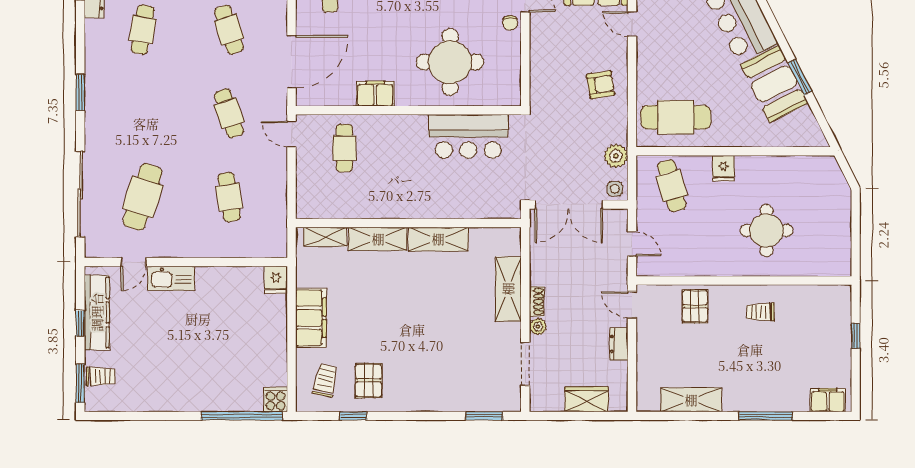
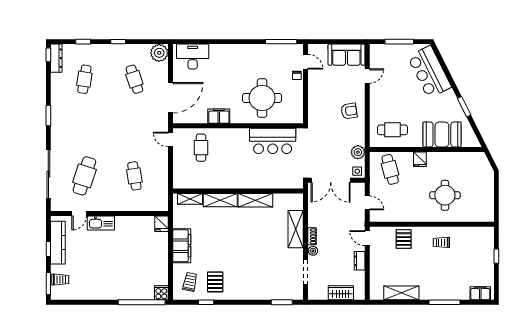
door: (632, 24) -> (367, 76), swing flipped
booth: (774, 84) -> (442, 134), moved, turned -63
cafe table: (229, 113) -> (134, 128), removed
cafe table: (676, 117) -> (392, 130), width x0.73, depth x0.74

